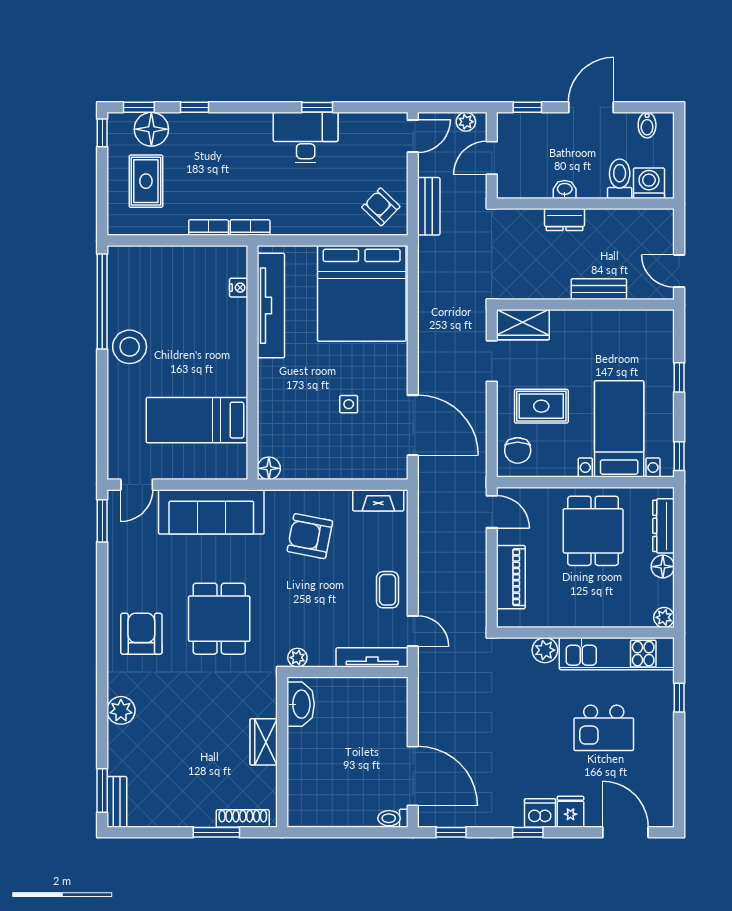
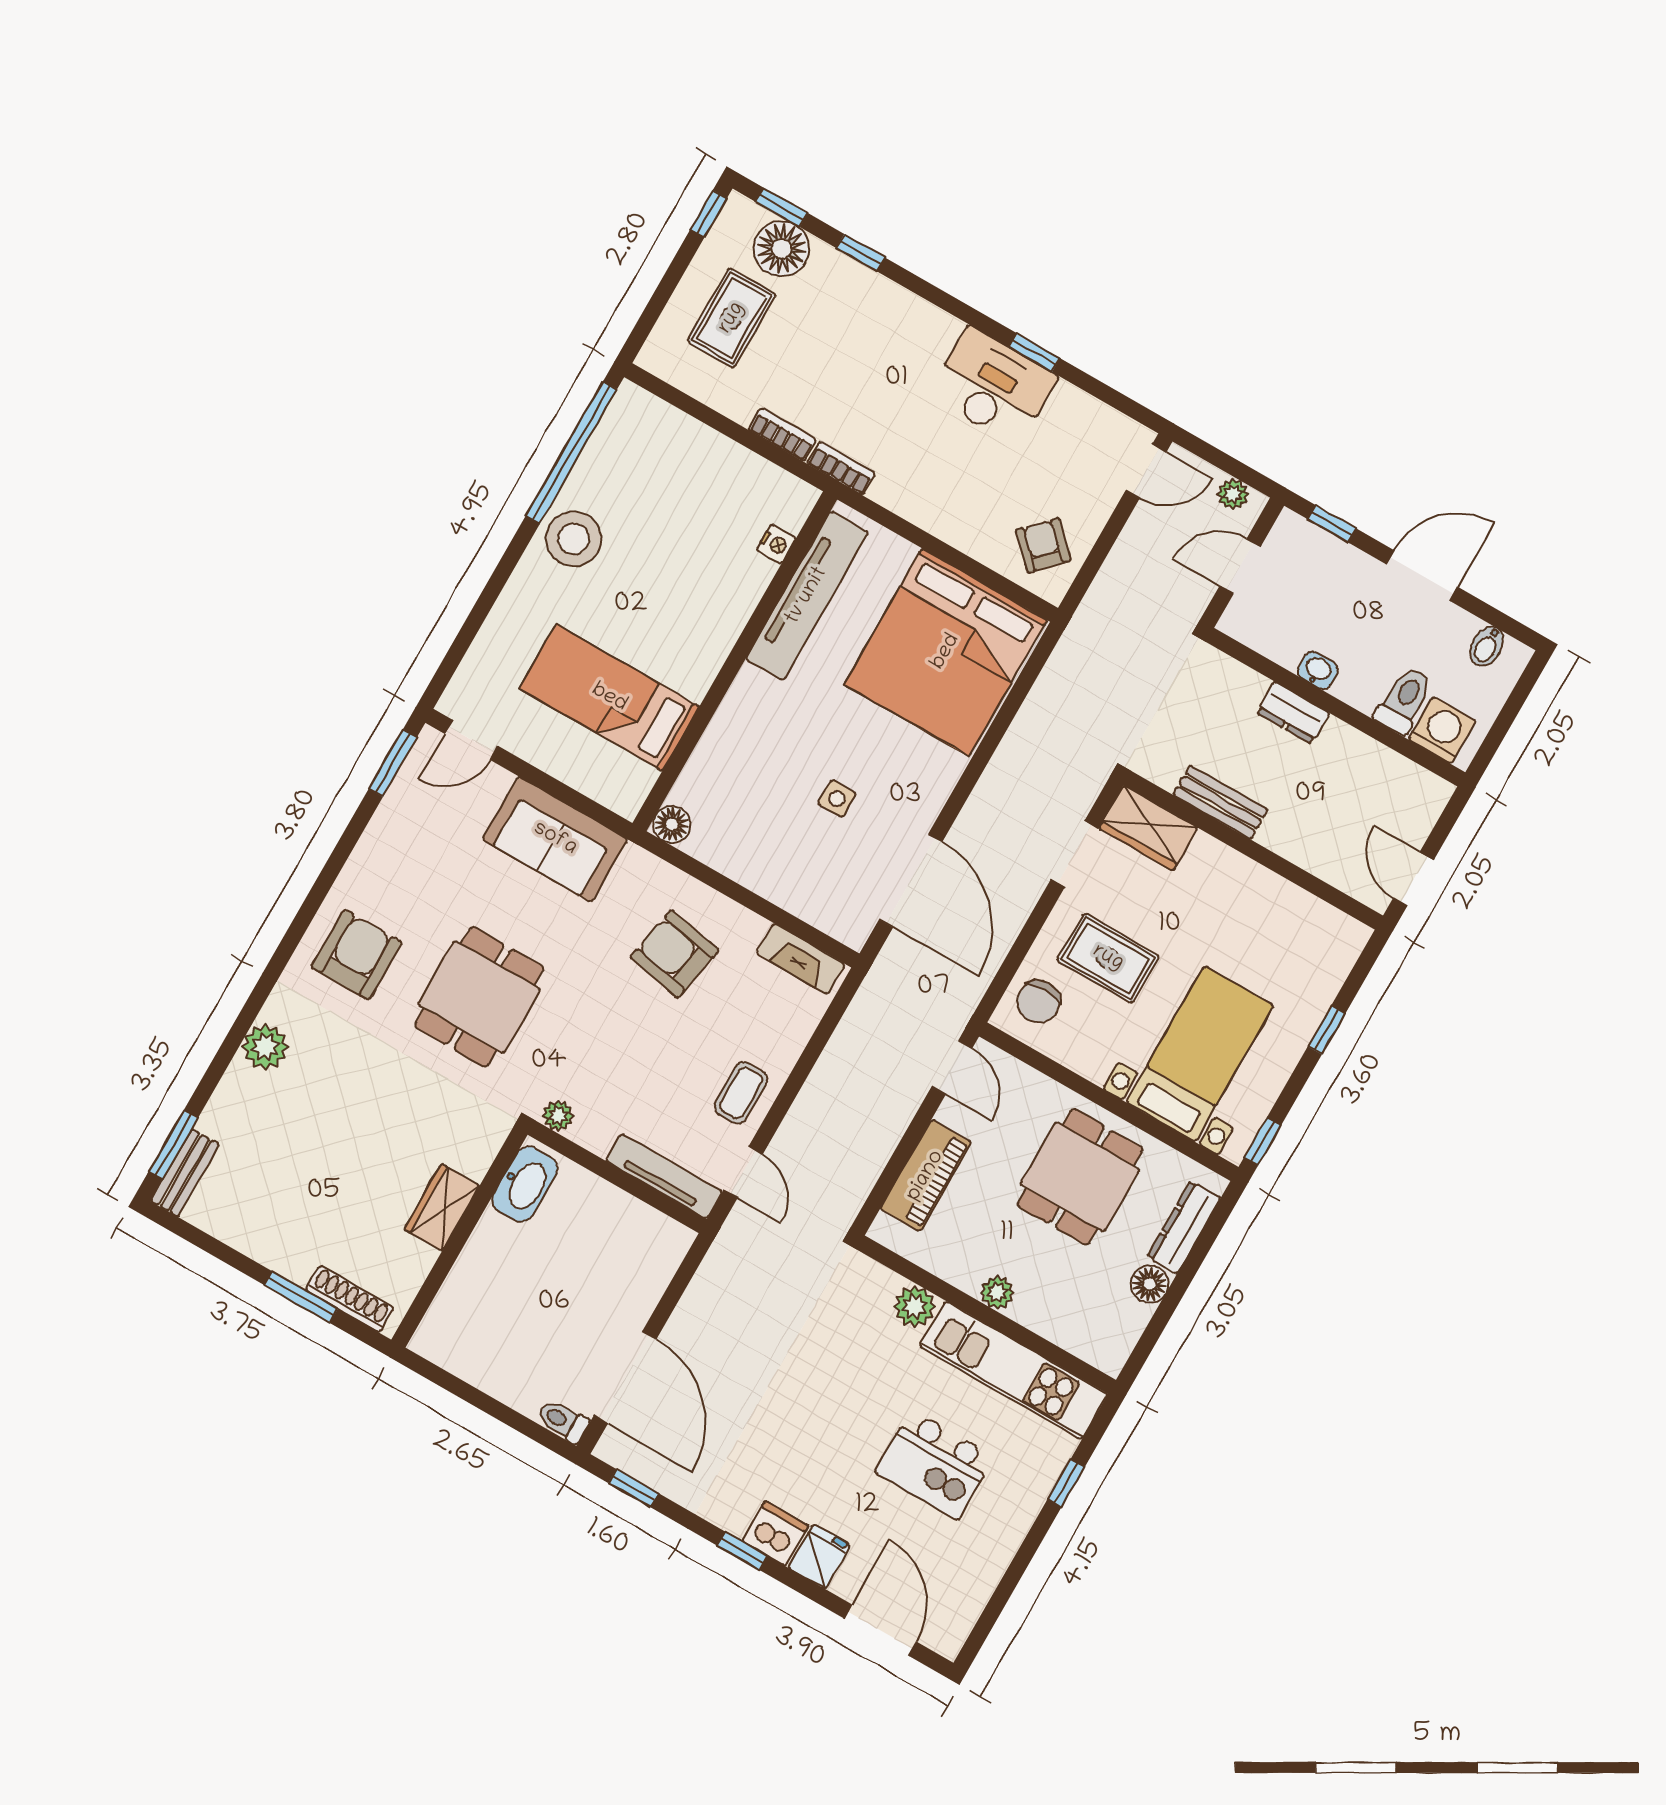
bench: (429, 206) -> (1112, 584), removed
bench: (599, 289) -> (1220, 802), moved
sofa: (211, 512) -> (555, 839), width x0.73
plant: (664, 617) -> (997, 1293), moved

